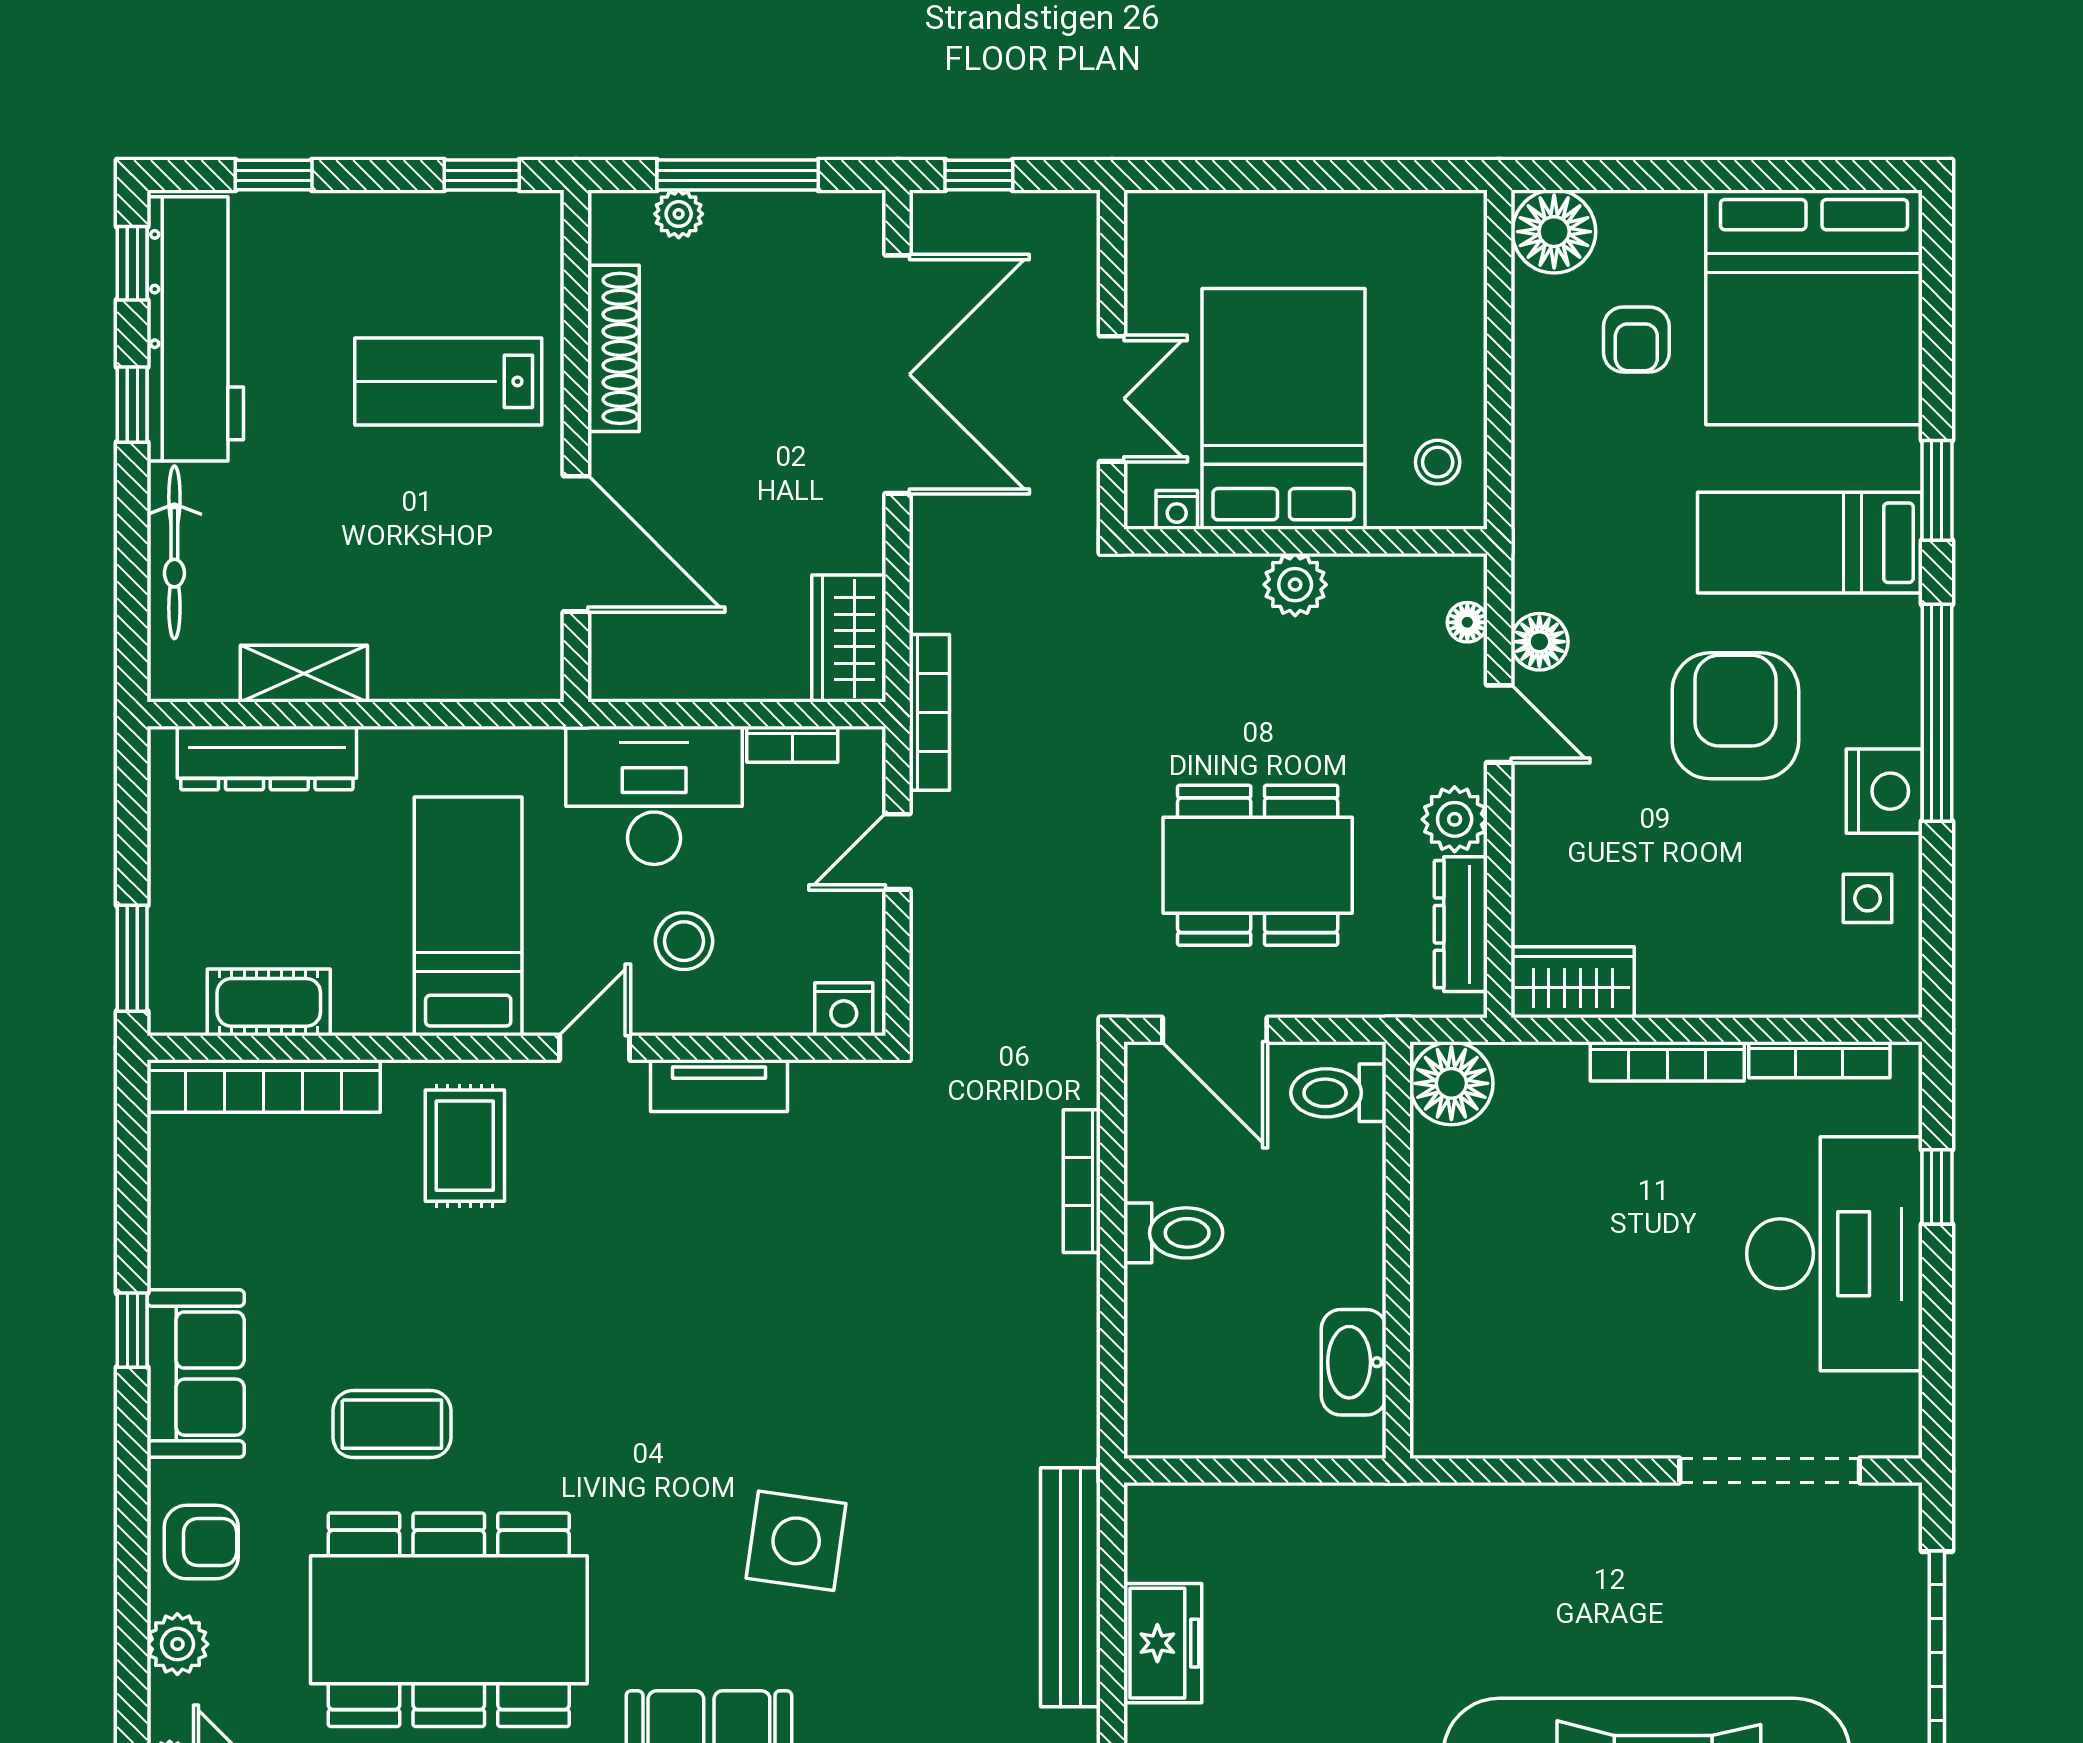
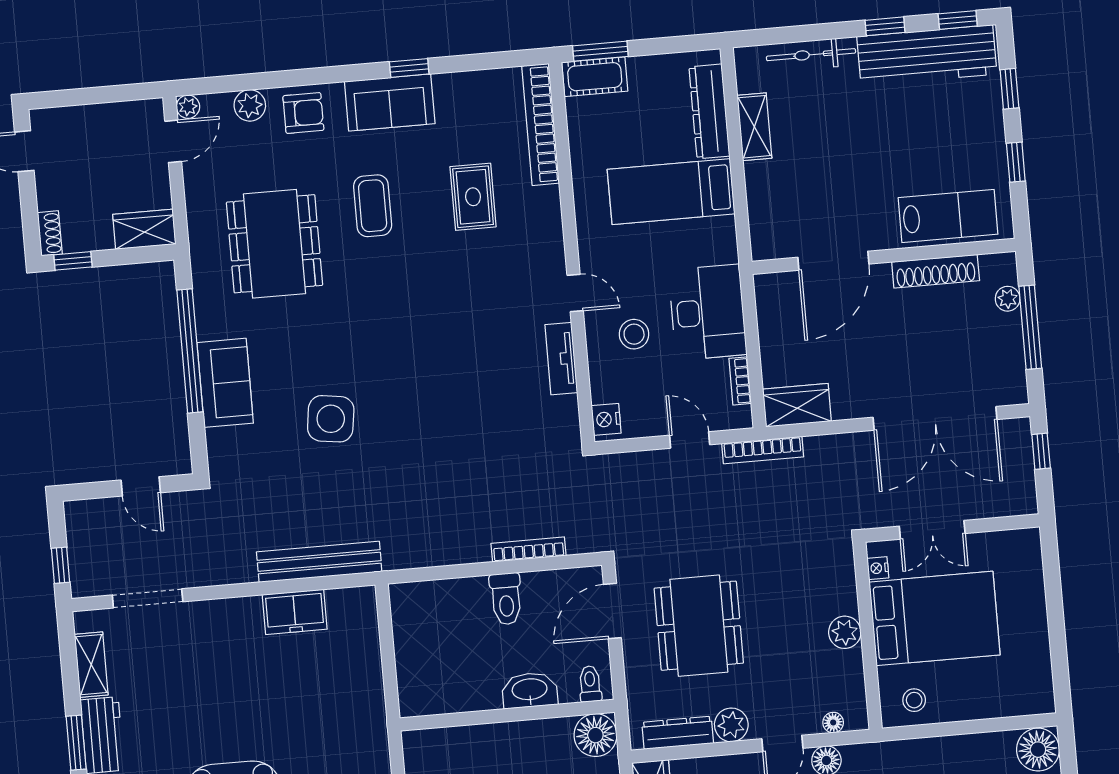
window: (482, 175) -> (1016, 162), moved
lab bench: (448, 381) -> (948, 216), moved, turned 90
bed: (468, 916) -> (671, 192), moved, turned 180
cot: (269, 1002) -> (595, 77), moved, turned 90
toilet: (1338, 1093) -> (590, 684), width x0.73, depth x0.72
rug: (465, 1146) -> (473, 197), moved, turned 90
washbasin: (1354, 1362) -> (530, 690), moved
armchair: (201, 1542) -> (303, 113), turned -90
dining table: (449, 1620) -> (274, 244), width x0.73, depth x0.80

